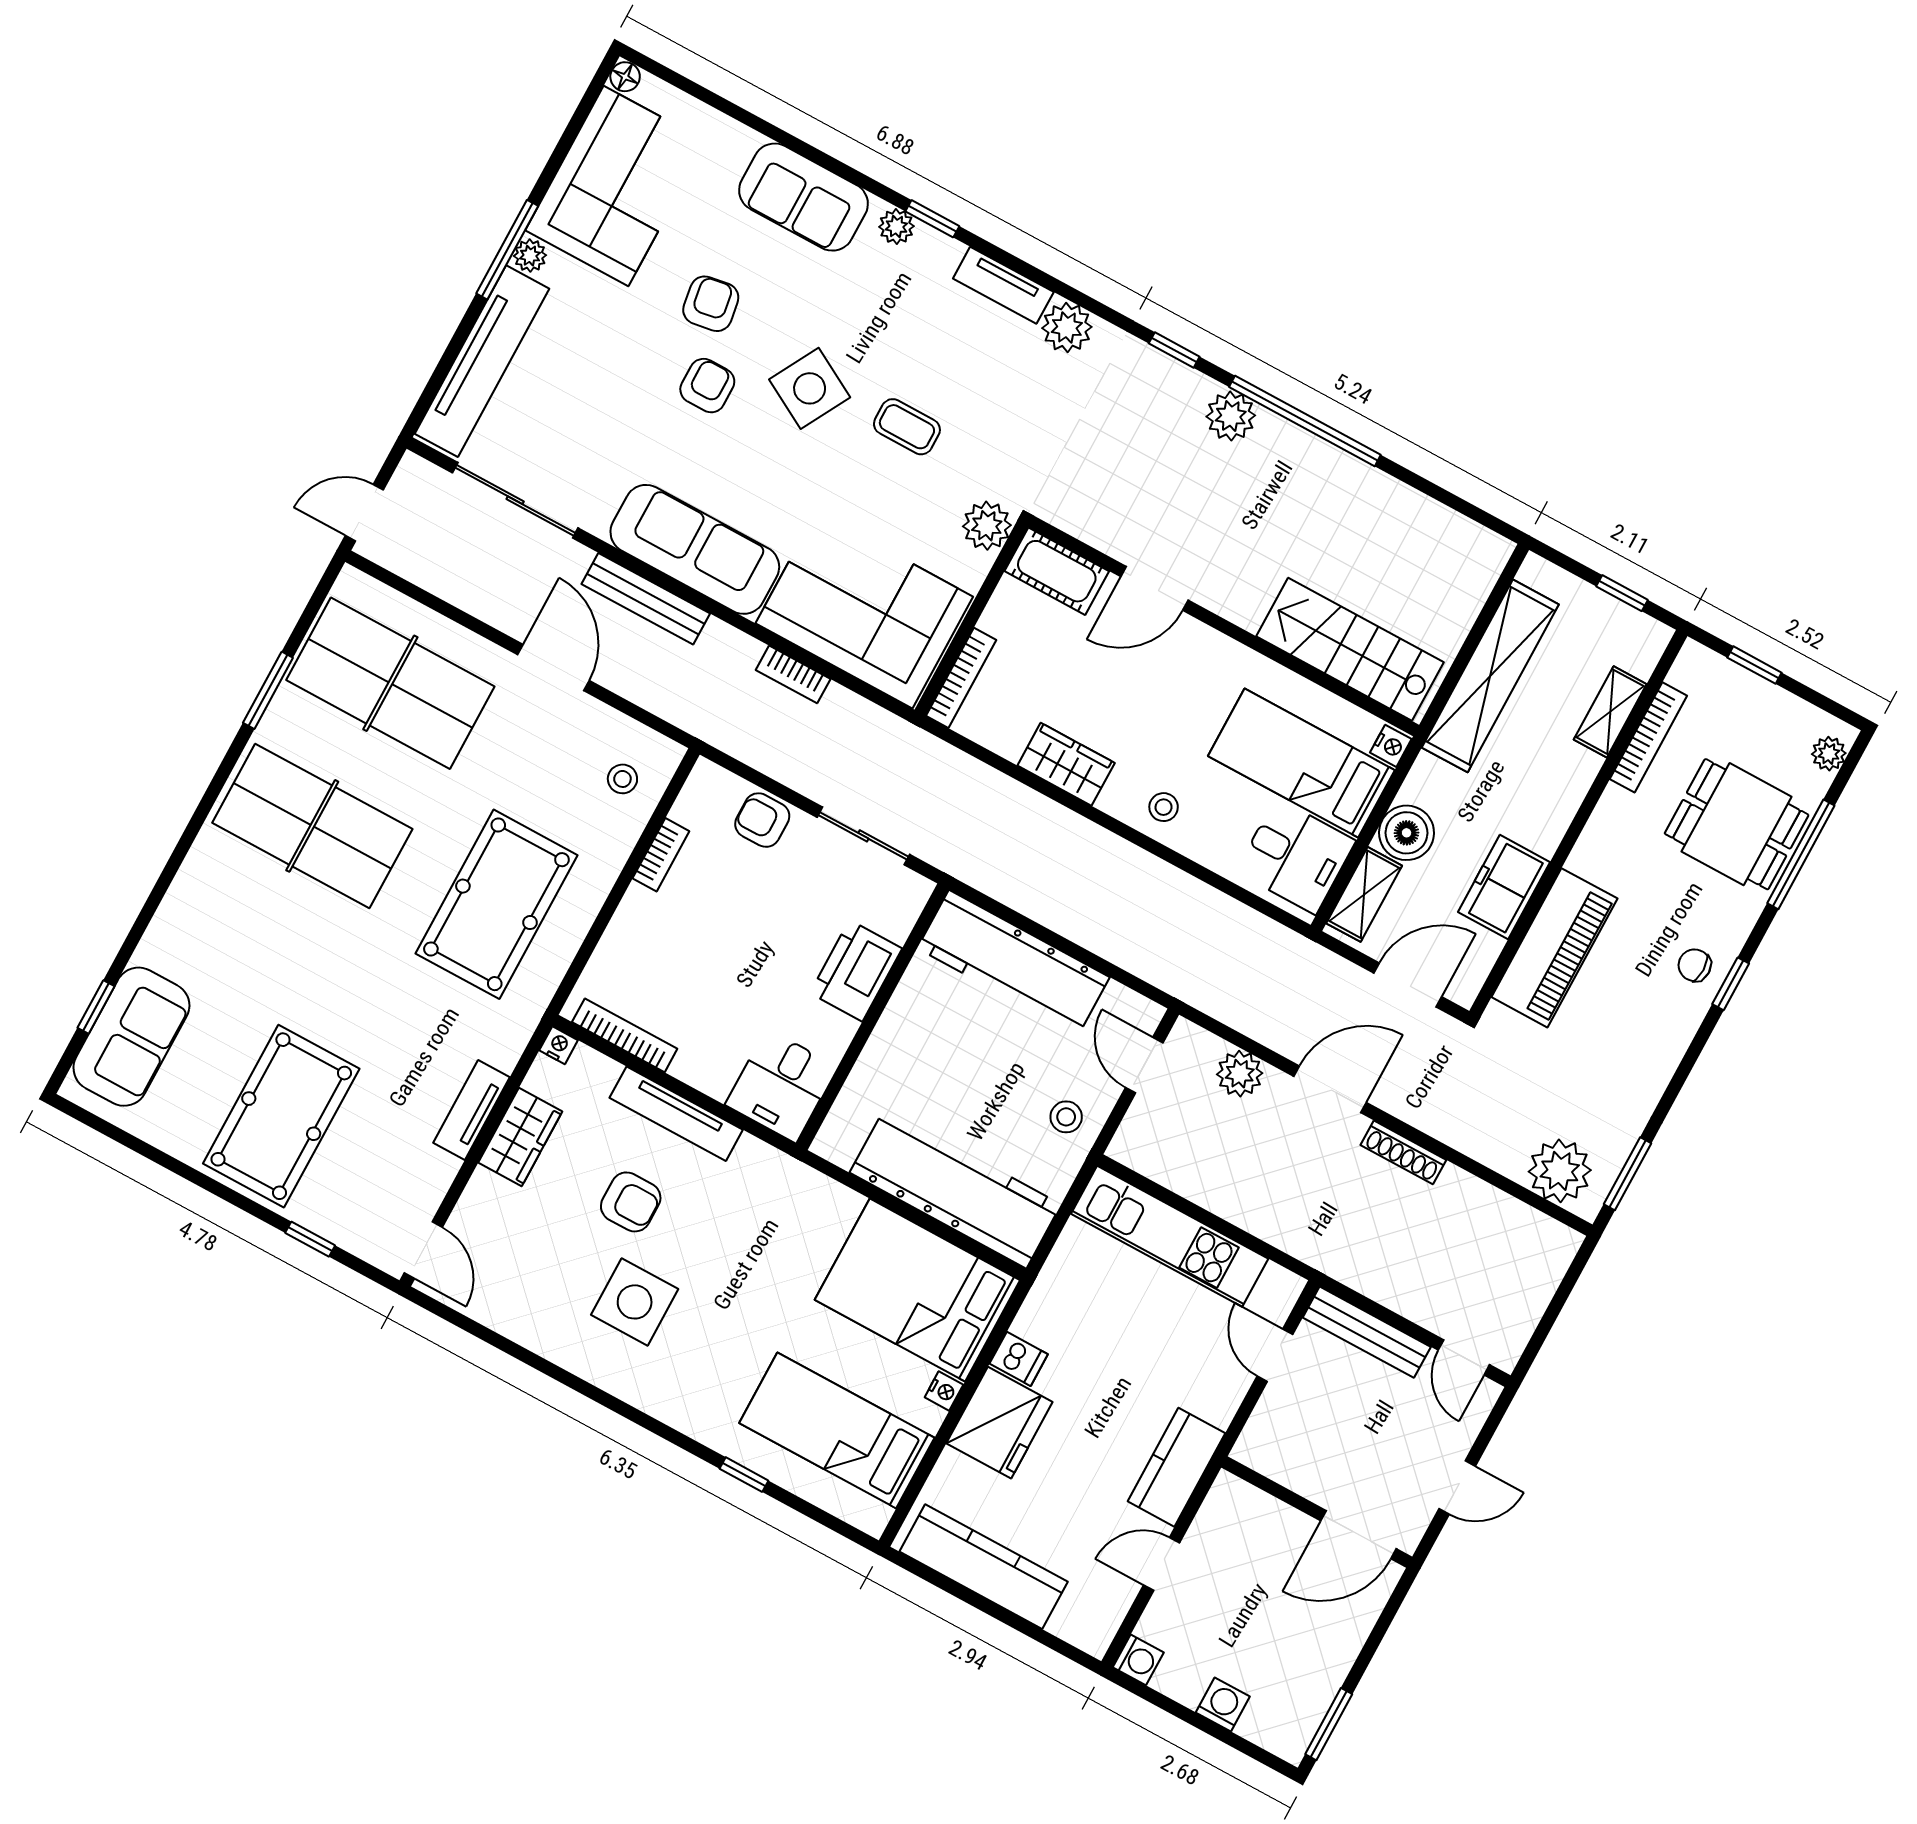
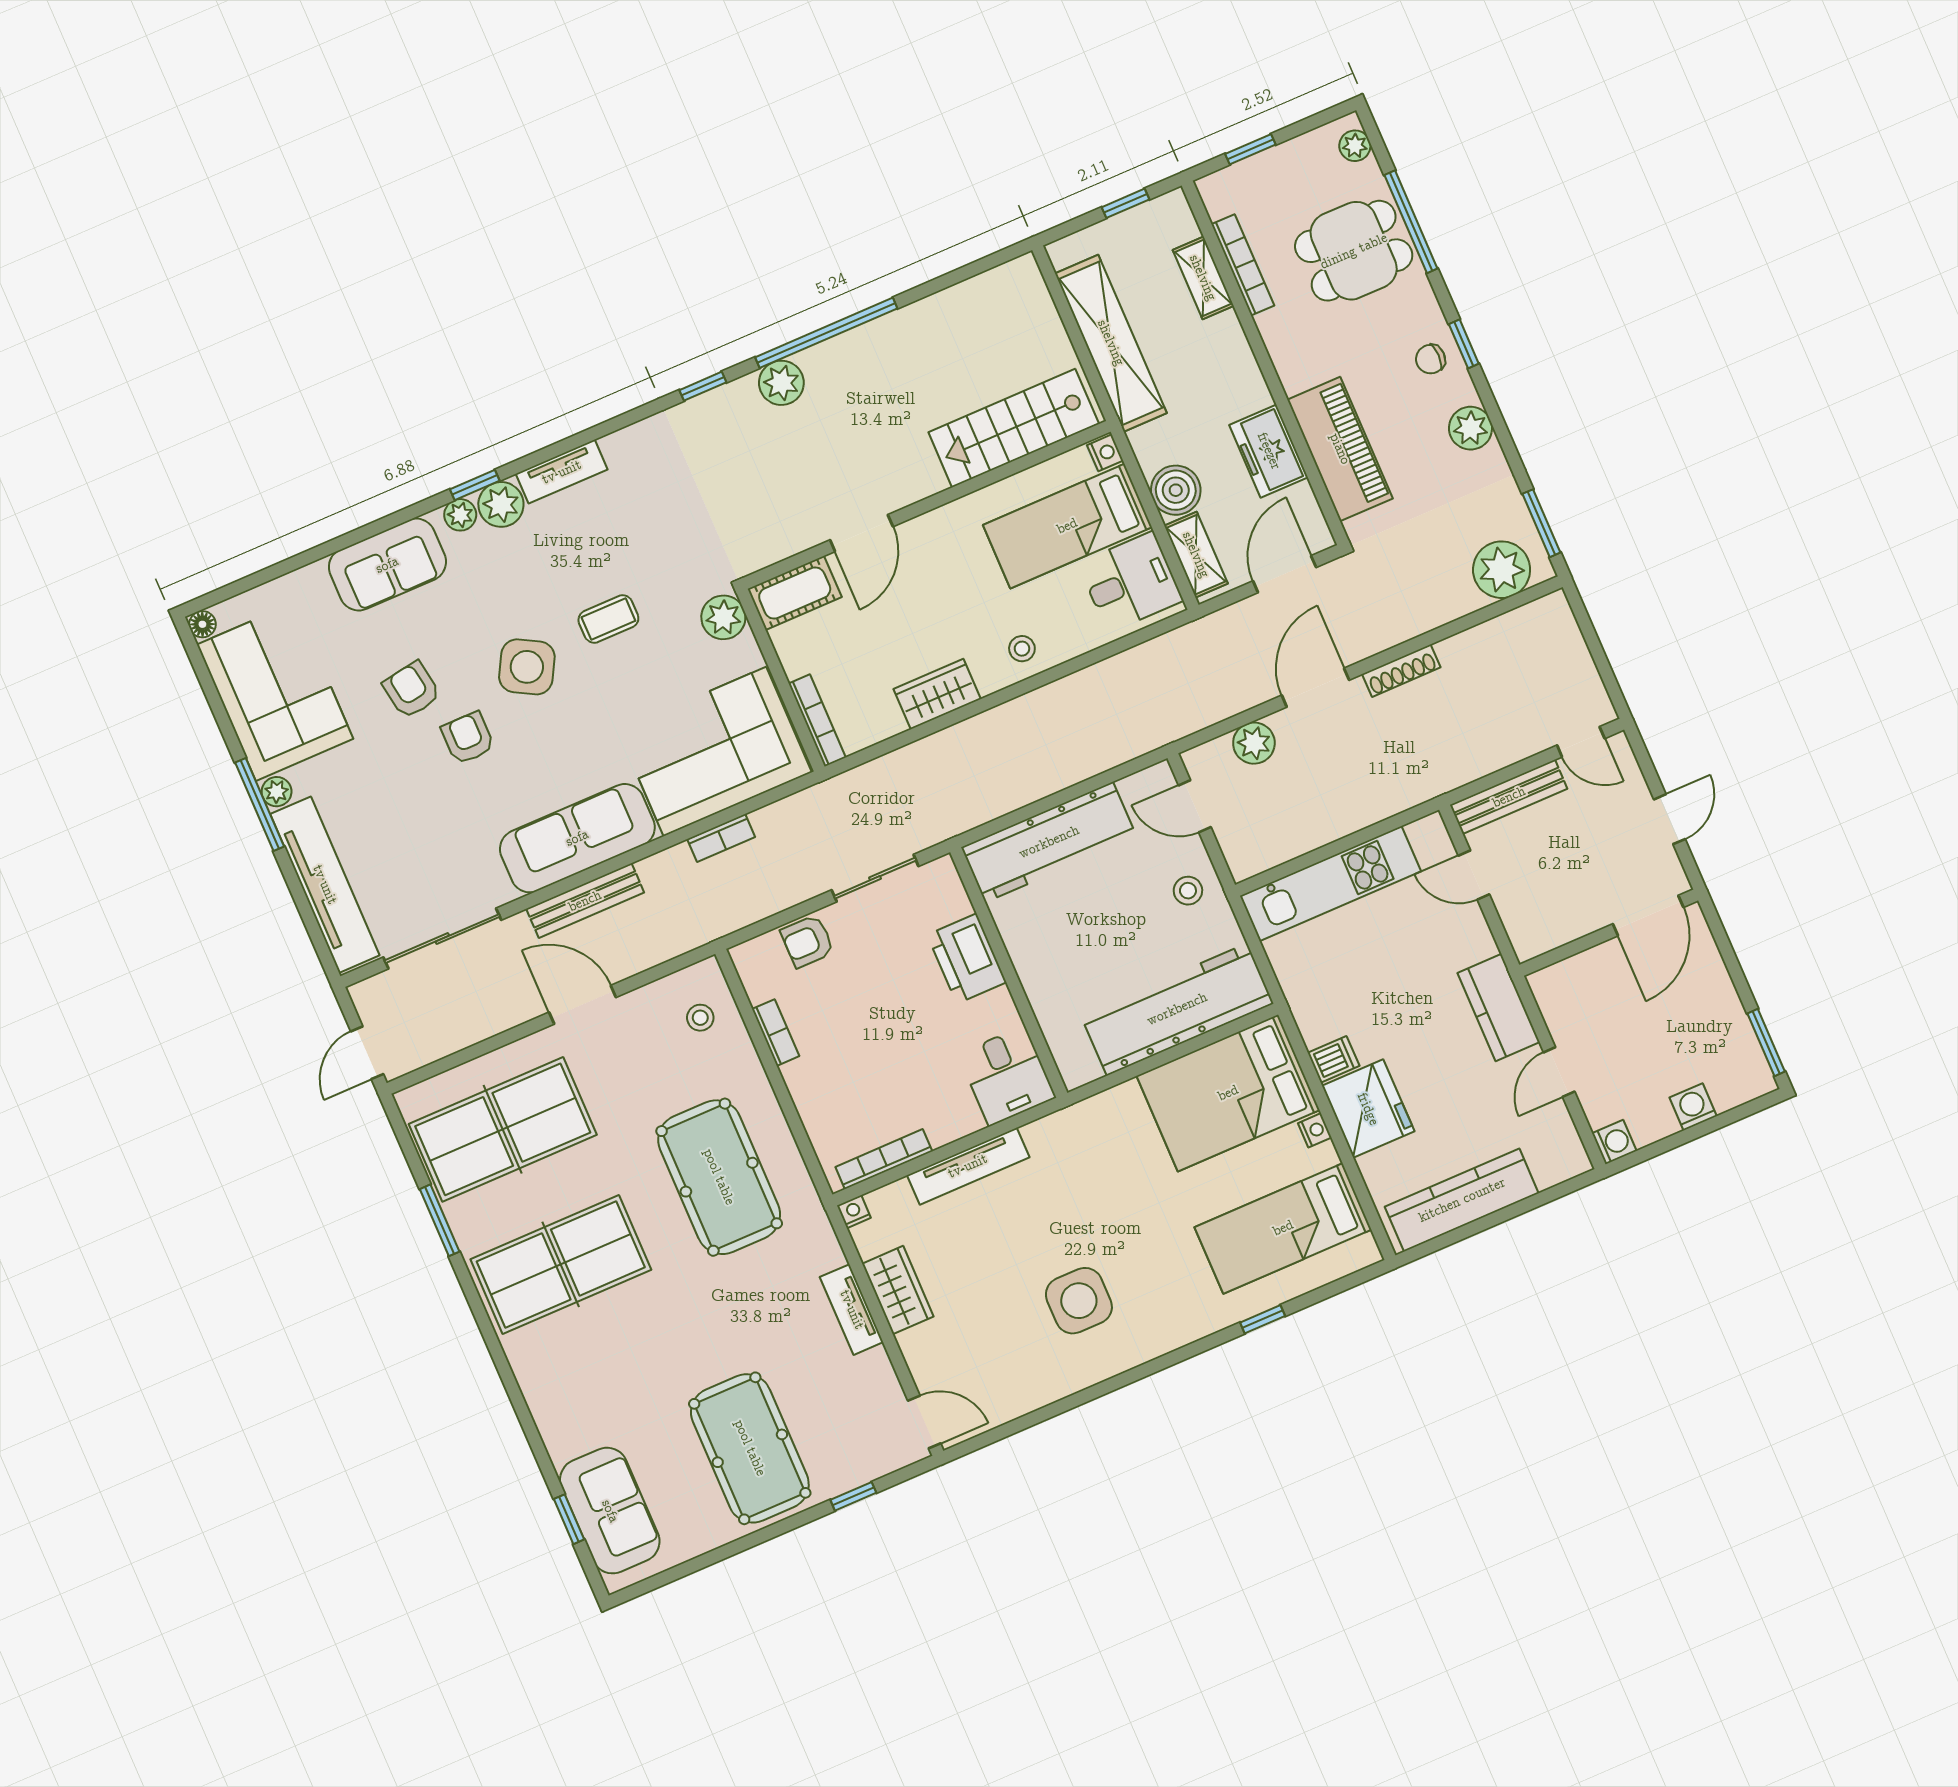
plant: (1067, 327) -> (501, 504), moved
plant: (1662, 1047) -> (1471, 428), added
armchair: (631, 1202) -> (1006, 1248), removed

